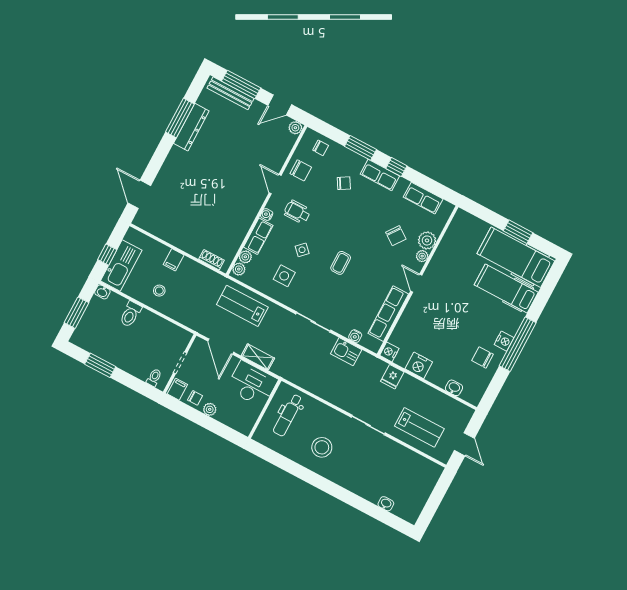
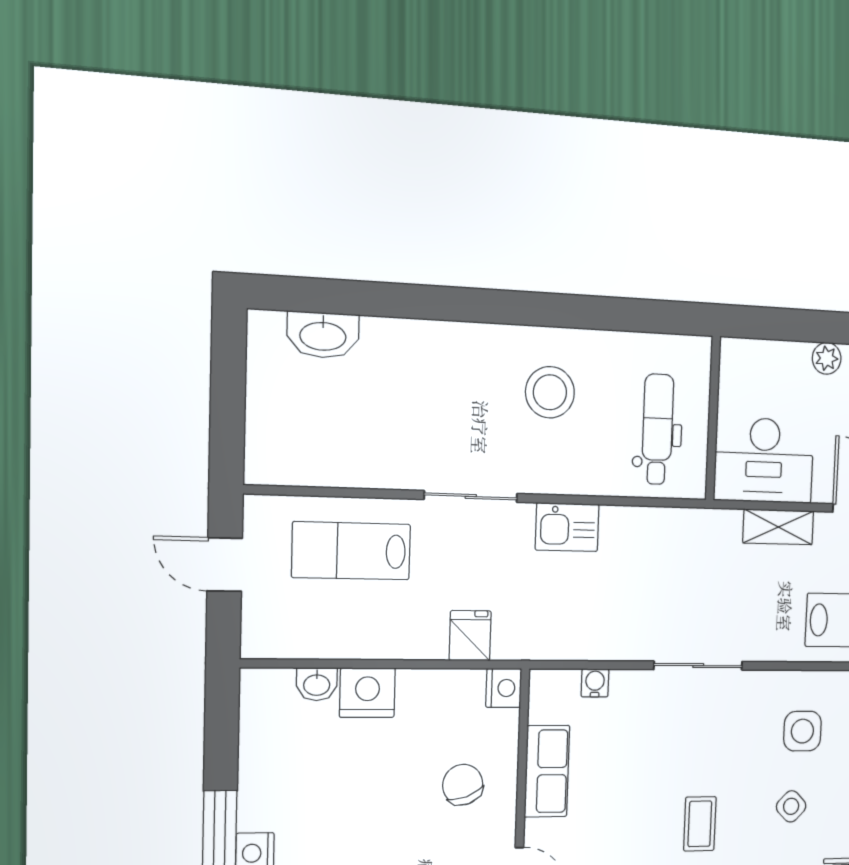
row of seats: (388, 314) -> (547, 771), width x0.68
kitchen sink: (346, 352) -> (567, 527), moved, turned 180
chair: (482, 357) -> (463, 785), moved, turned -110
nightstand: (419, 365) -> (367, 693), moved
washbasin: (386, 504) -> (323, 335), width x1.91, depth x1.45

